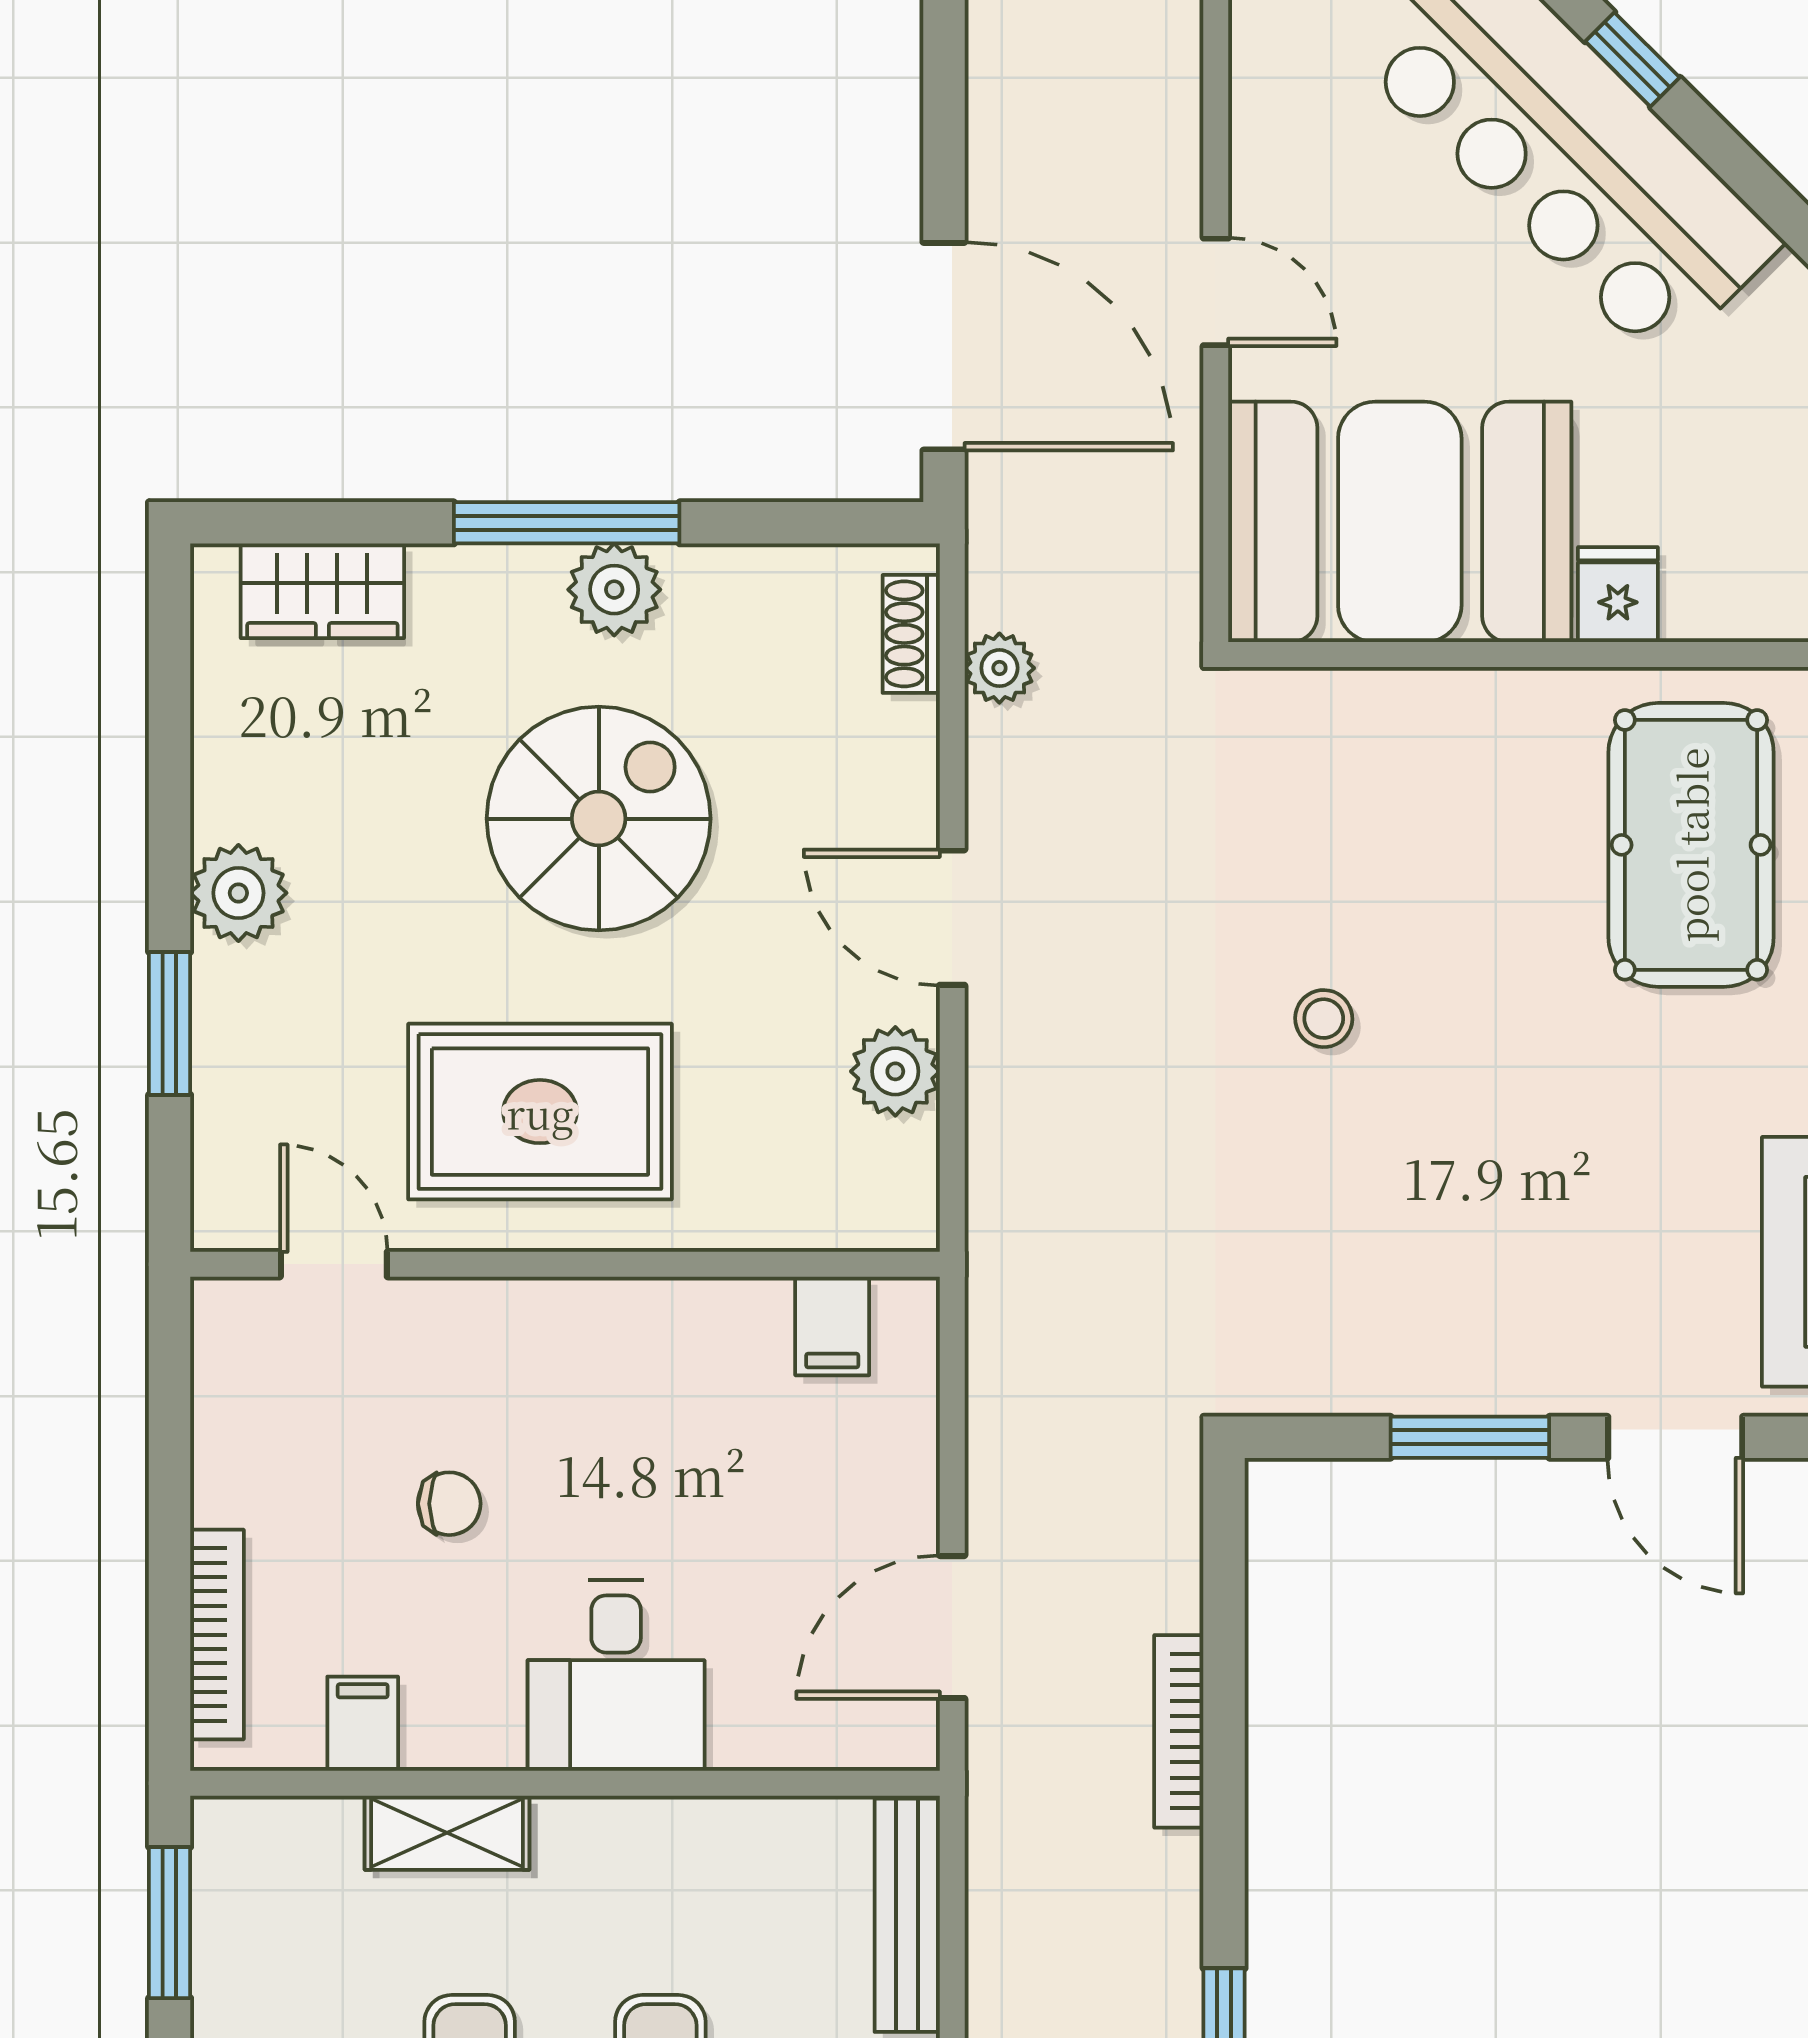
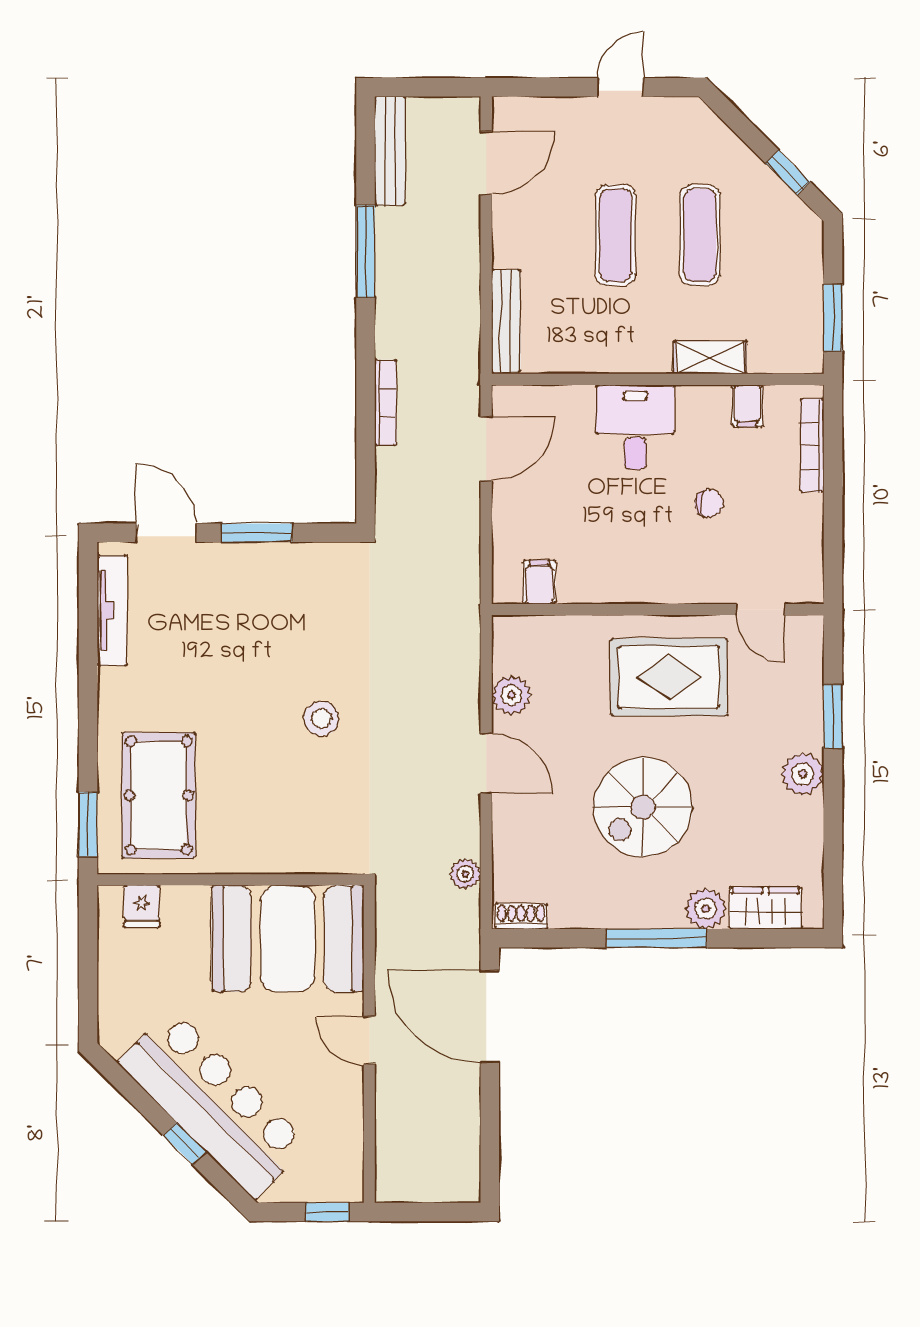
plant: (614, 590) -> (706, 909), moved
fridge: (1618, 595) -> (142, 906), moved
shoe rack: (911, 634) -> (521, 916), moved, turned -90
stool: (1324, 1019) -> (321, 718), width x1.37, depth x1.37
chair: (449, 1504) -> (709, 503), turned 180

